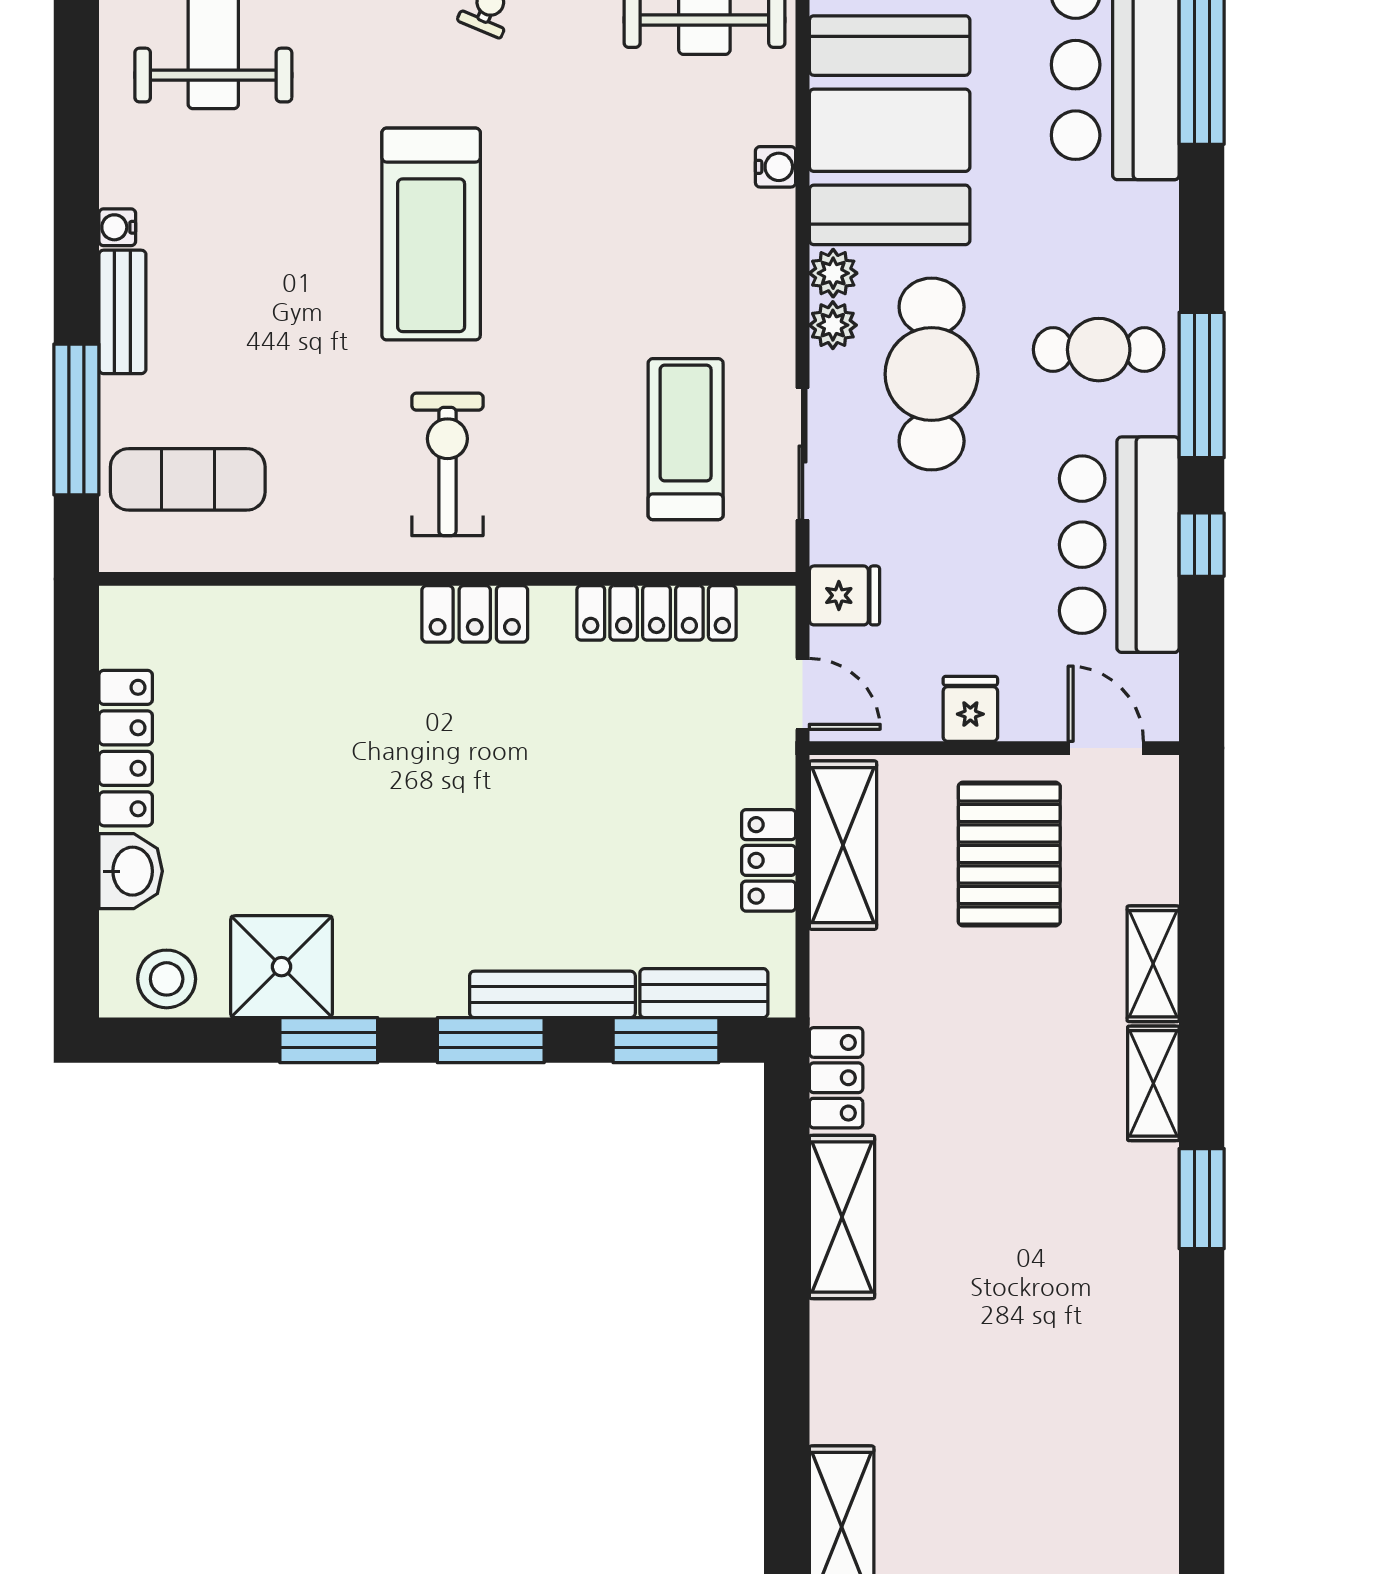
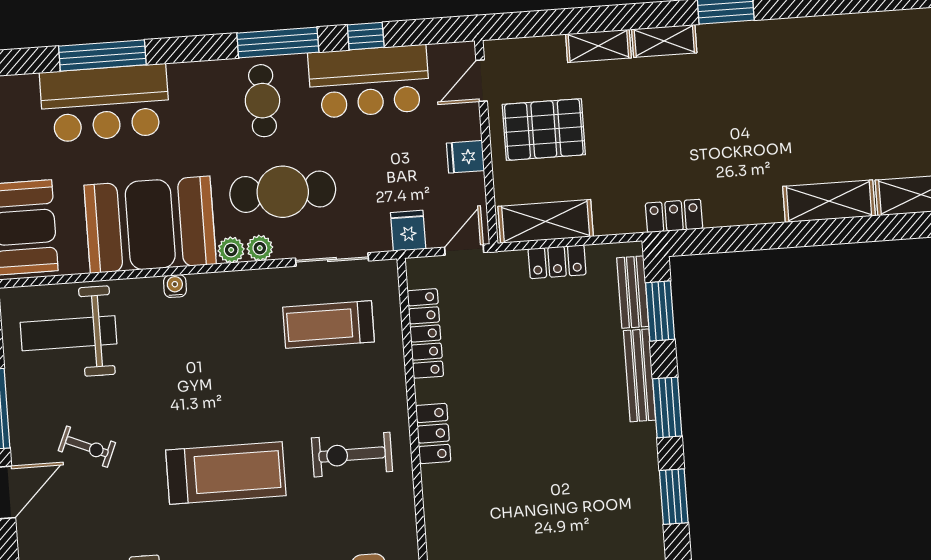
shower: (282, 967) -> (635, 526), removed
shelving: (842, 1217) -> (829, 201), moved

